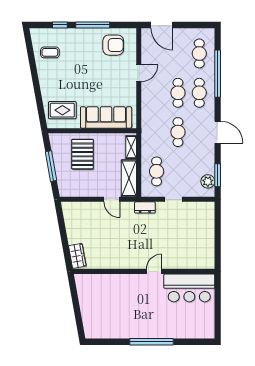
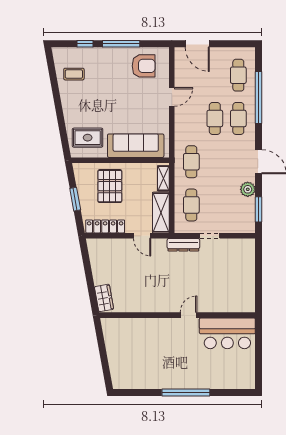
cafe table: (178, 132) -> (191, 162), moved
window: (51, 166) -> (75, 199), width x0.69
plant: (208, 181) -> (248, 189), moved
locker: (78, 191) -> (105, 226), added
dresser: (145, 207) -> (183, 245), width x1.44

